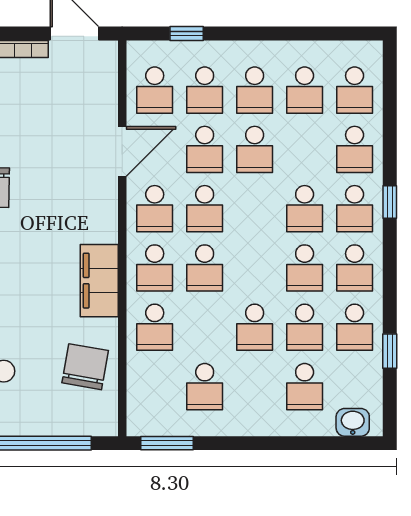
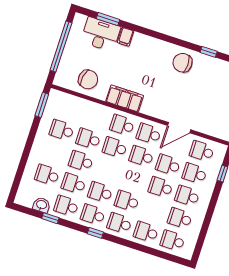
door: (122, 151) -> (179, 128), hinge flipped
window: (390, 202) -> (95, 233), moved
school desk: (155, 327) -> (88, 139), moved
washbasin: (353, 422) -> (41, 205), moved, turned -90

